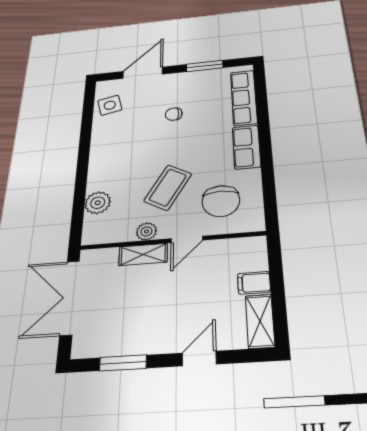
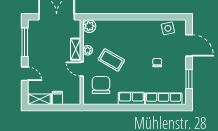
chair: (221, 201) -> (101, 85), turned 90
plant: (98, 203) -> (89, 26), moved
window: (123, 363) -> (25, 42), width x1.44

